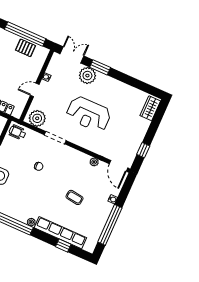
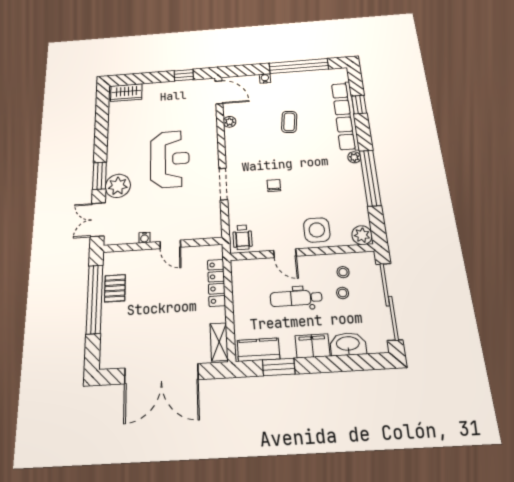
plant: (37, 118) -> (209, 221), removed
door: (119, 166) -> (219, 92), hinge flipped

